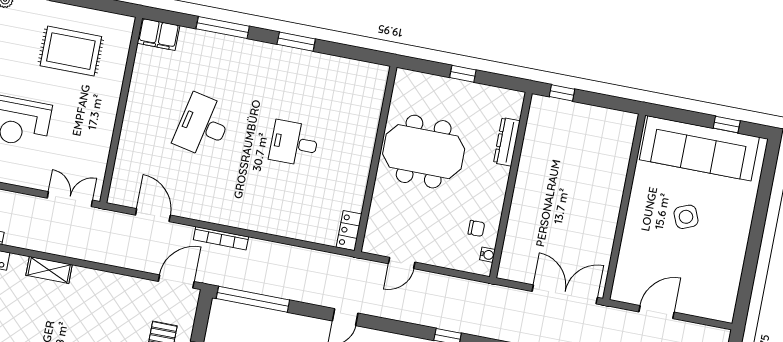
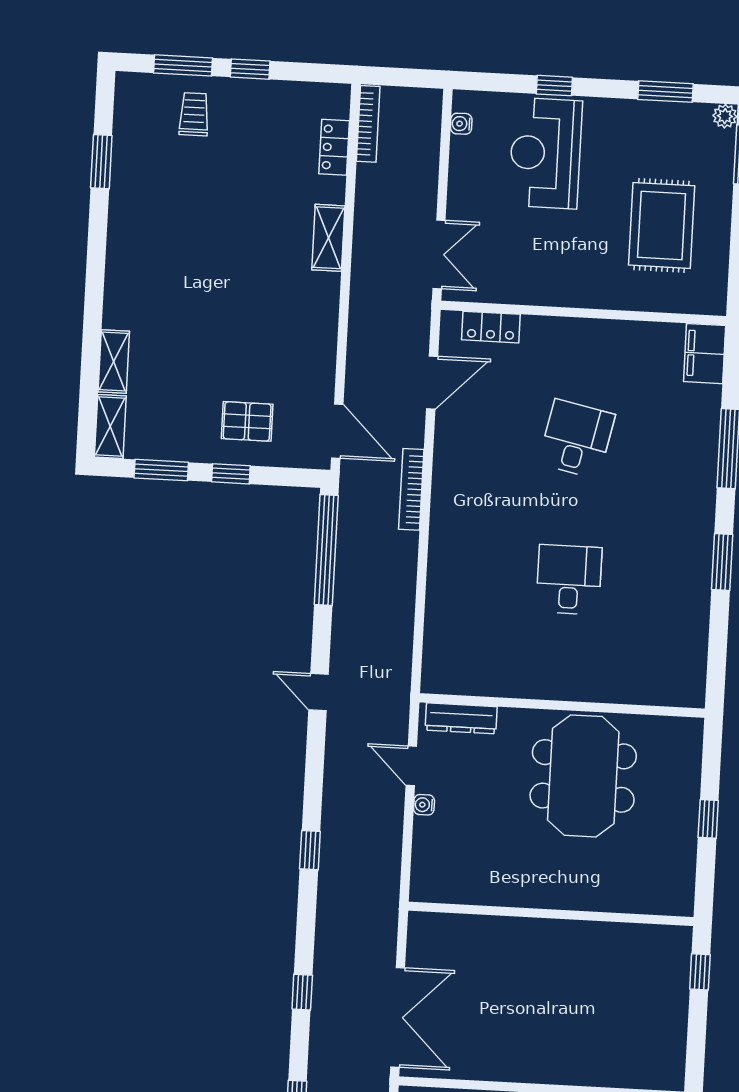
desk: (203, 126) -> (577, 439), width x0.73
dresser: (507, 142) -> (461, 718), moved, turned 180
chair: (476, 228) -> (479, 871), removed
locker: (349, 231) -> (491, 327), moved, turned 180
water cooler: (487, 255) -> (424, 805), moved, turned 90

